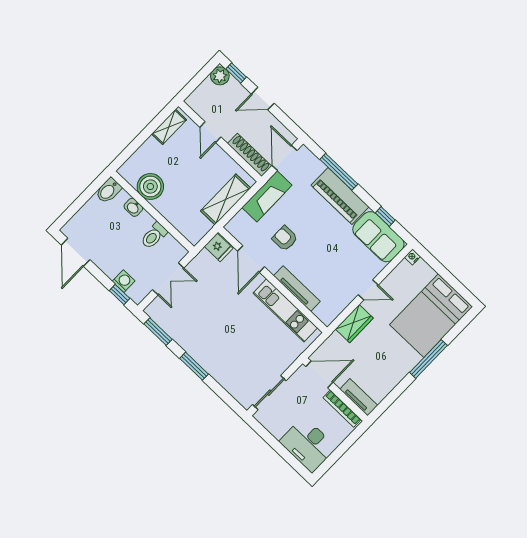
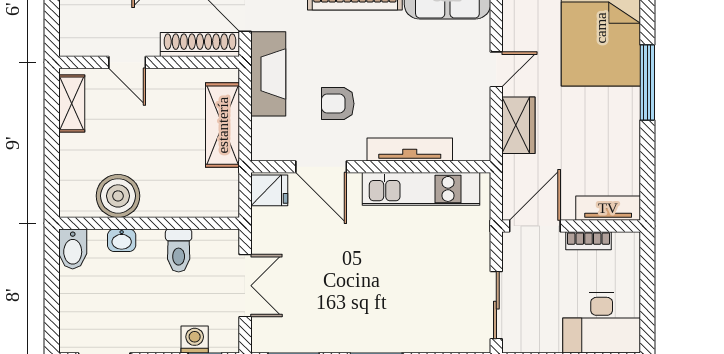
bookcase: (342, 409) -> (589, 241), width x0.64

